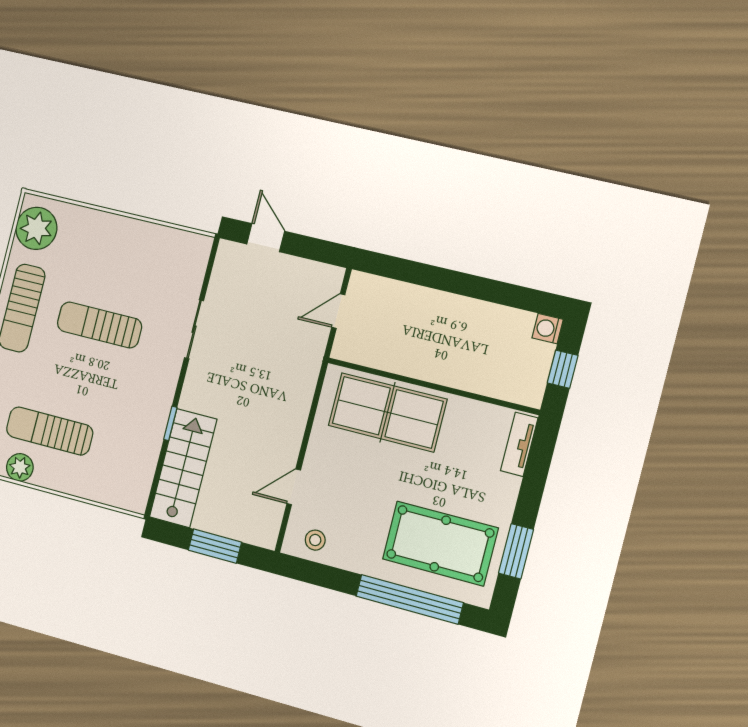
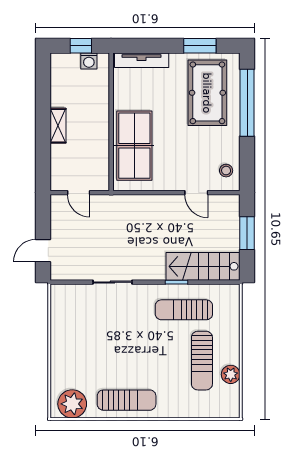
shelving: (447, 304) -> (58, 126), added
sun lounger: (99, 325) -> (184, 310), moved, turned 90
washing machine: (548, 329) -> (89, 61), moved
tv unit: (519, 444) -> (142, 60), width x1.41

